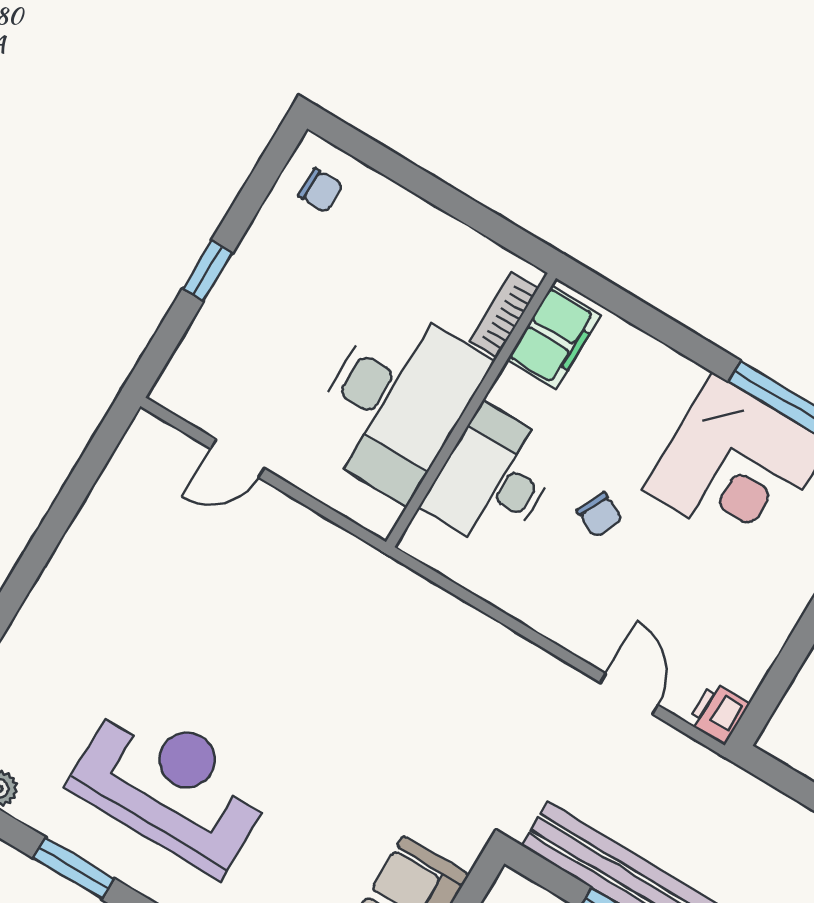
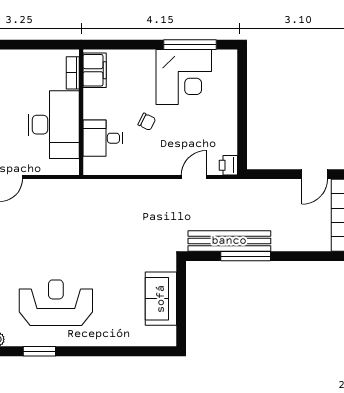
desk: (493, 479) -> (103, 138), width x0.73
door: (629, 694) -> (194, 177), hinge flipped

